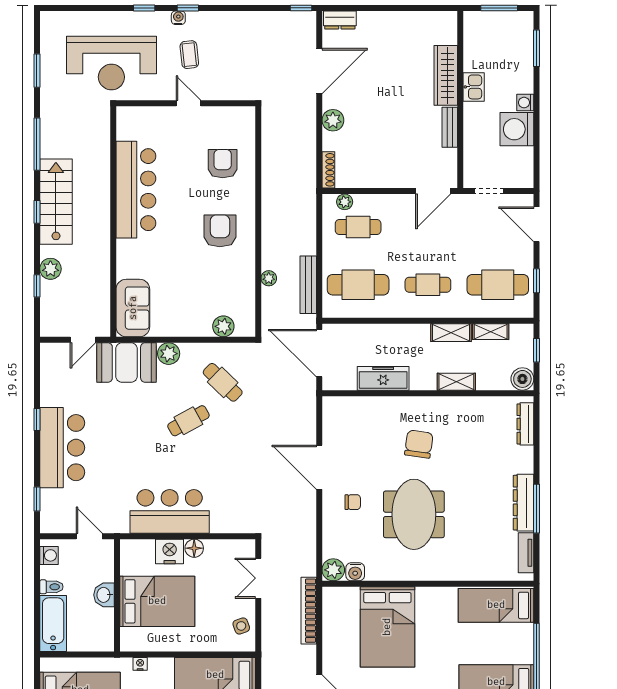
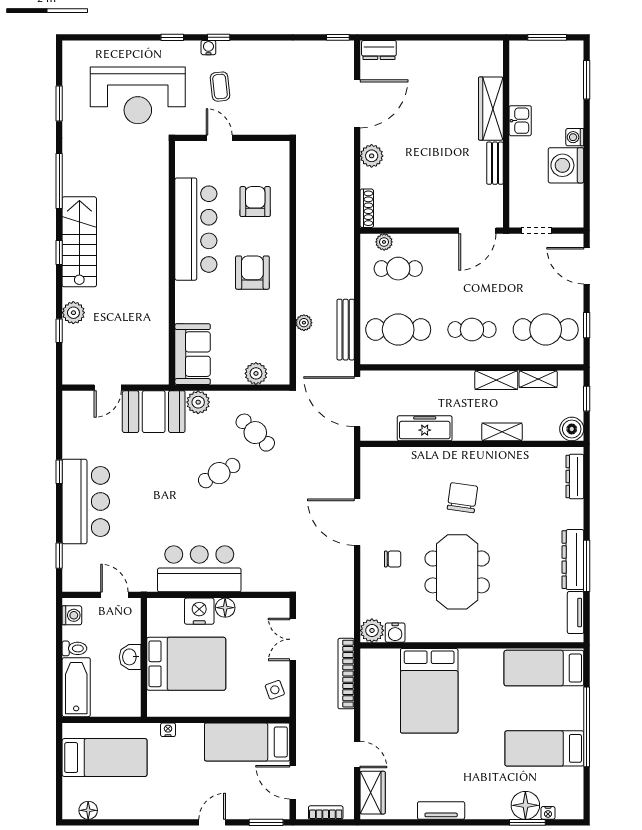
bar counter: (136, 190) -> (196, 229), moved
wall: (113, 222) -> (172, 263), moved
sofa: (133, 308) -> (193, 354), moved

